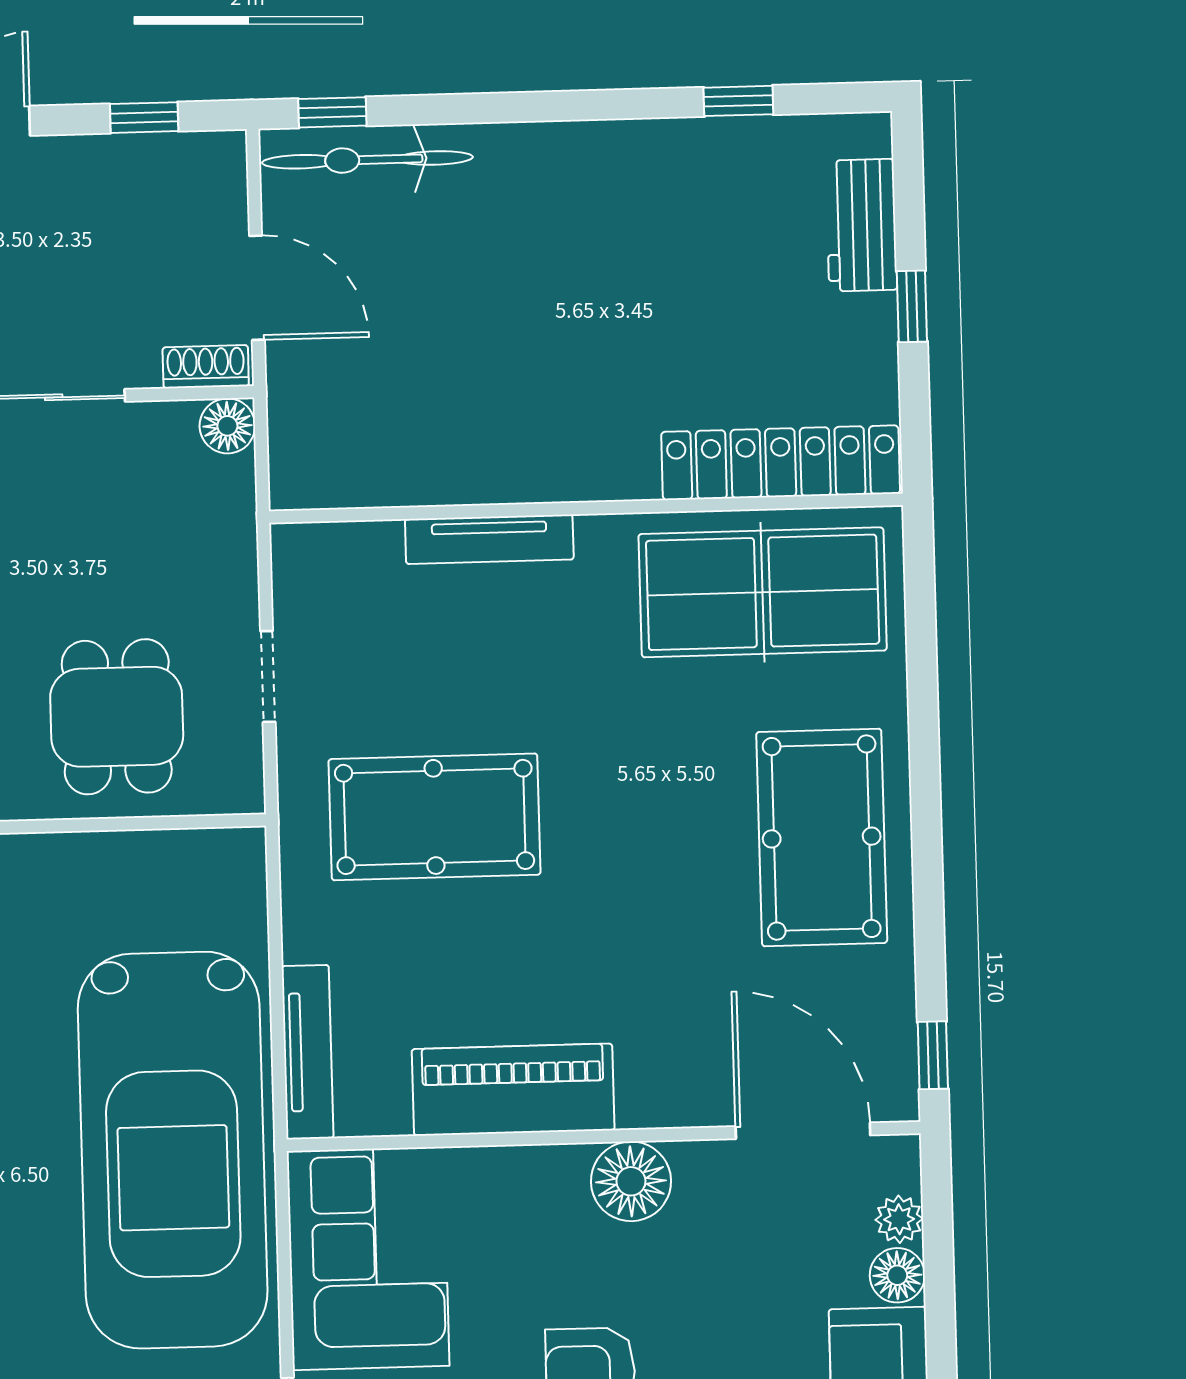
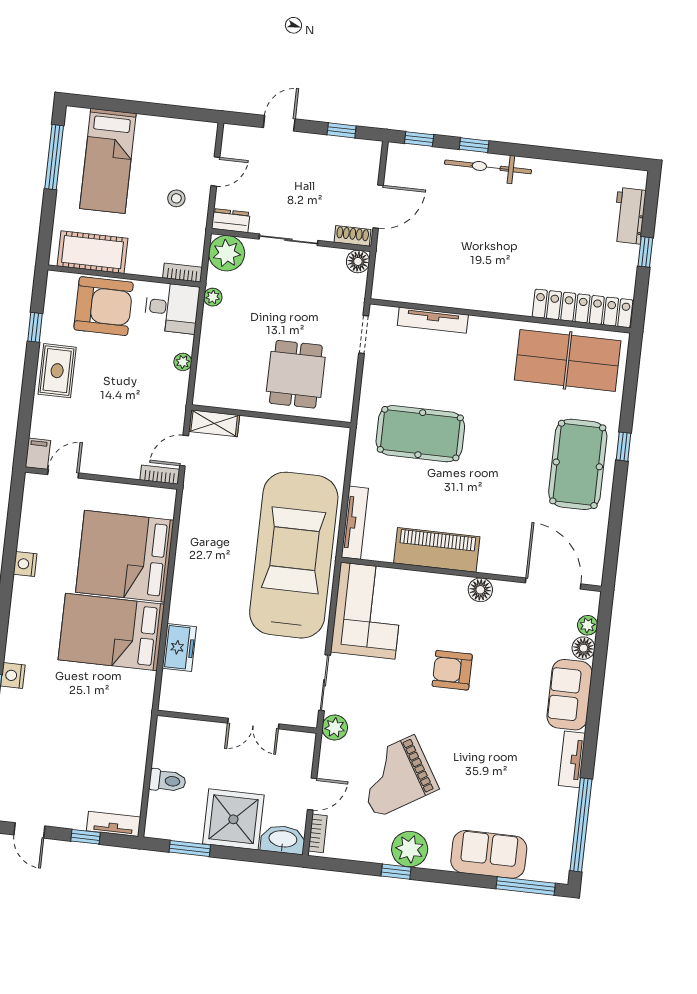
window: (738, 101) -> (474, 145), moved
bicycle: (367, 160) -> (488, 167), moved
door: (257, 288) -> (378, 207), hinge flipped
tv unit: (489, 539) -> (433, 320), moved
doorway: (268, 676) -> (364, 335), moved
window: (933, 1055) -> (623, 447), moved
car: (173, 1150) -> (294, 555), turned 180
floor lamp: (631, 1181) -> (480, 590), width x0.73, depth x0.73

